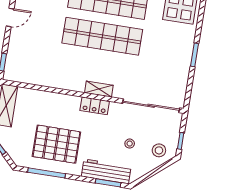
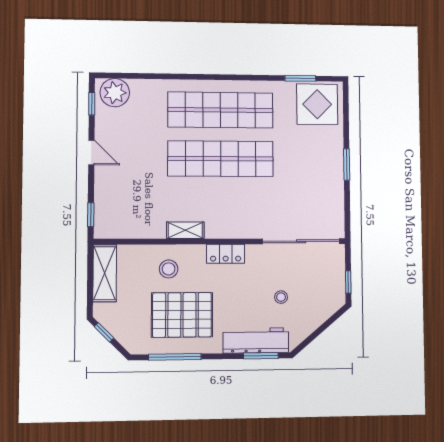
door: (10, 17) -> (91, 152), hinge flipped
shelving: (99, 89) -> (185, 230), moved
stool: (159, 150) -> (169, 269), moved

